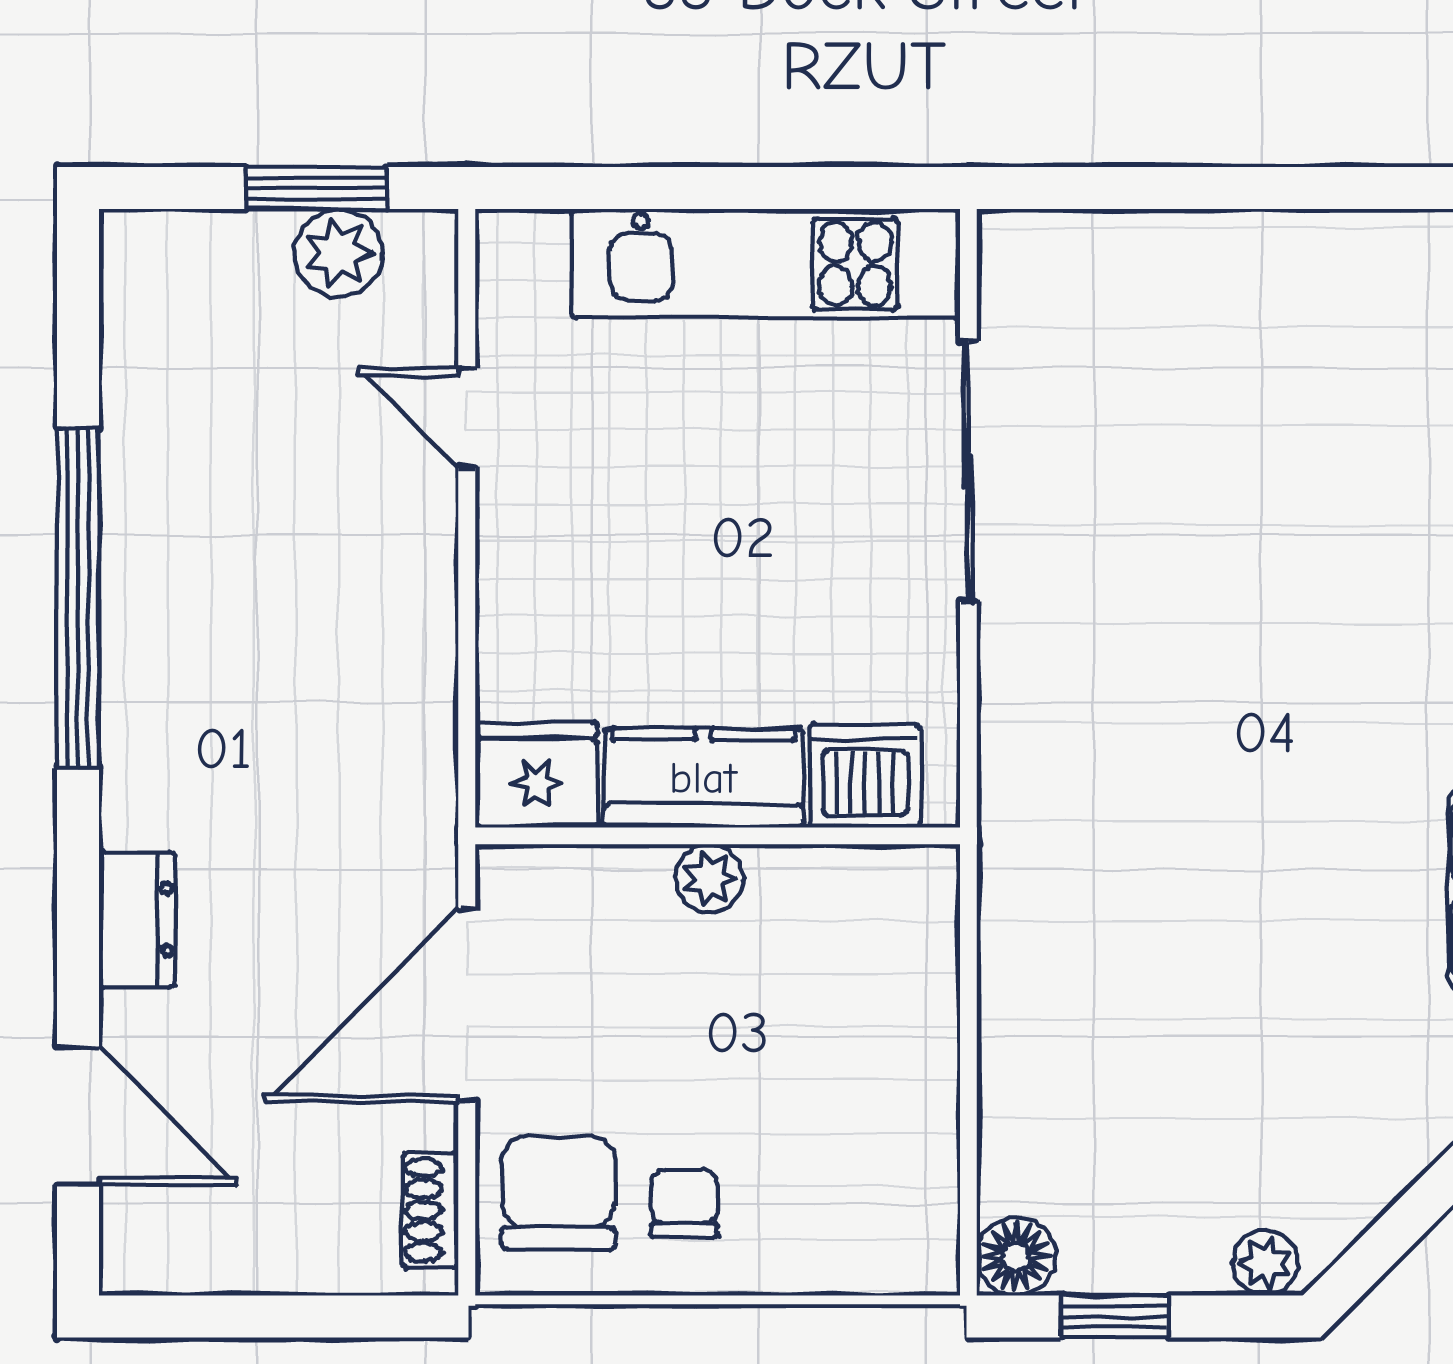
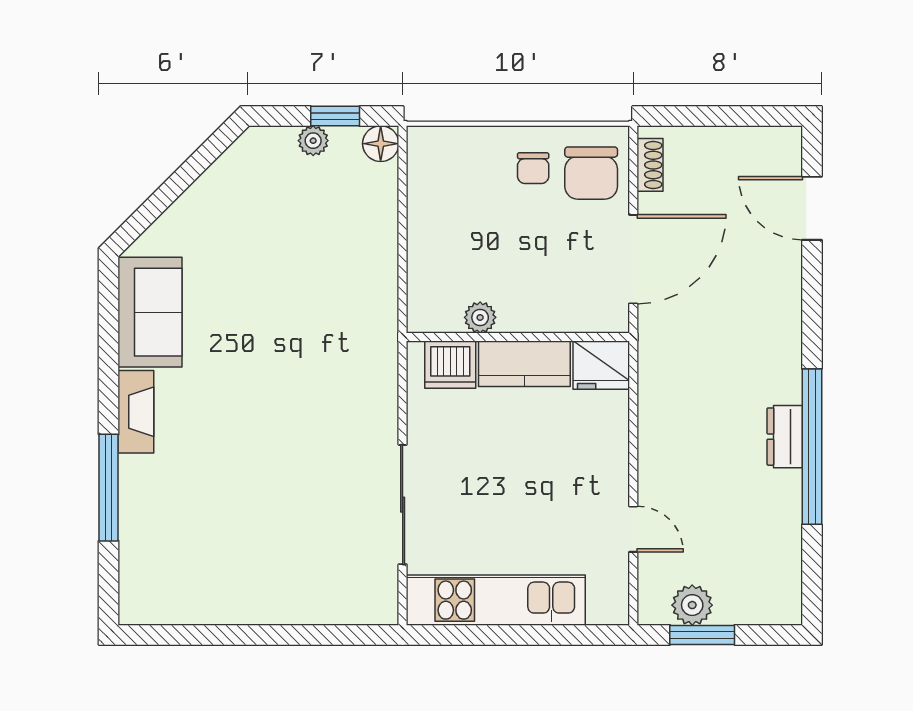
plant: (709, 878) -> (480, 317), moved
dresser: (137, 920) -> (785, 437), moved
plant: (1265, 1263) -> (313, 141), moved

